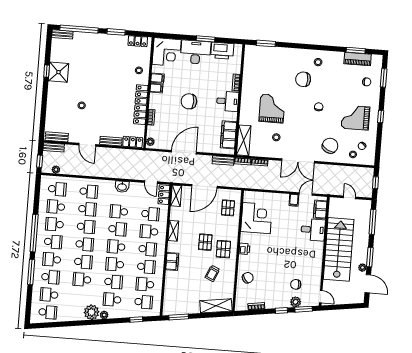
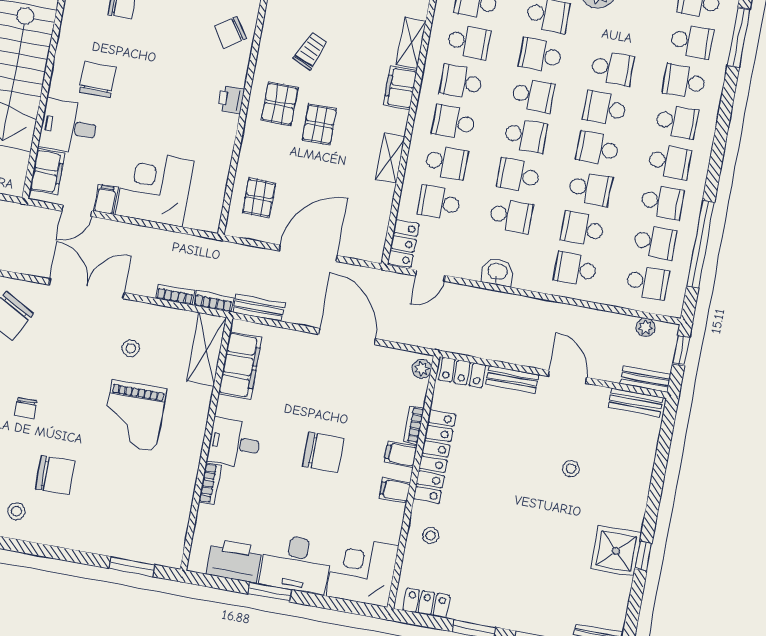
filing cabinet: (157, 78) -> (401, 454), moved
door: (184, 152) -> (347, 337), swing flipped
door: (151, 182) -> (430, 276), swing flipped
school desk: (57, 189) -> (647, 282), turned 180
shelving: (176, 196) -> (411, 43), moved
corner desk: (256, 218) -> (154, 188), moved, turned 90
school desk: (86, 227) -> (590, 189), turned 180
window: (34, 233) -> (701, 244), moved
school desk: (53, 242) -> (669, 162), turned 180
chair: (303, 251) -> (98, 80), added
window: (31, 272) -> (739, 37), moved

